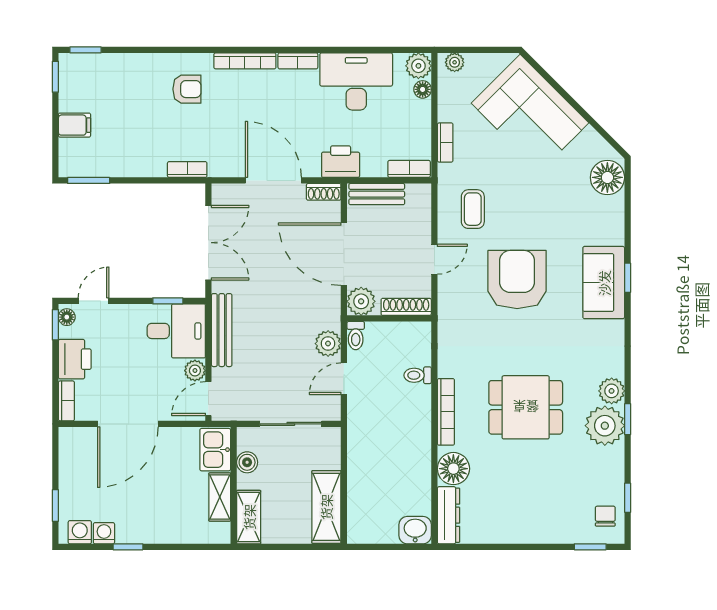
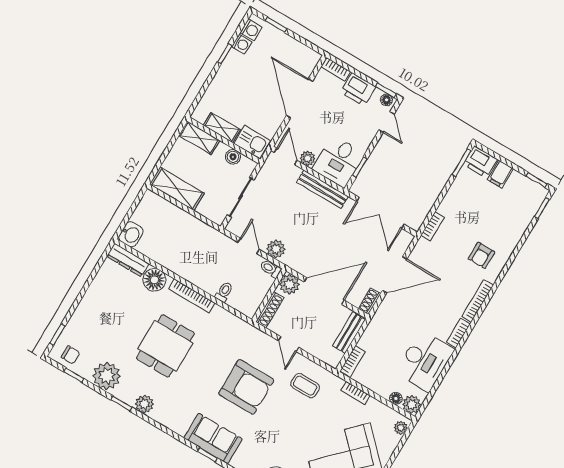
printer: (341, 162) -> (480, 162), moved, turned 90
plant: (605, 426) -> (107, 376), moved

